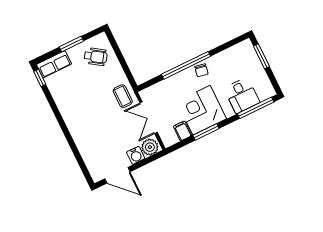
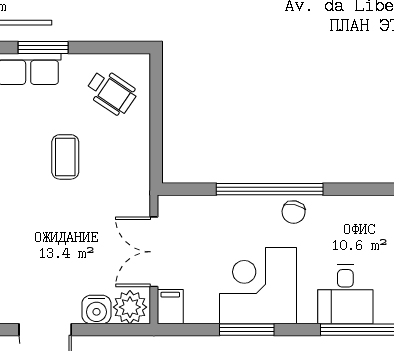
window: (71, 44) -> (43, 47), moved
coffee table: (123, 96) -> (65, 157), moved
filing cabinet: (183, 131) -> (170, 307), moved

